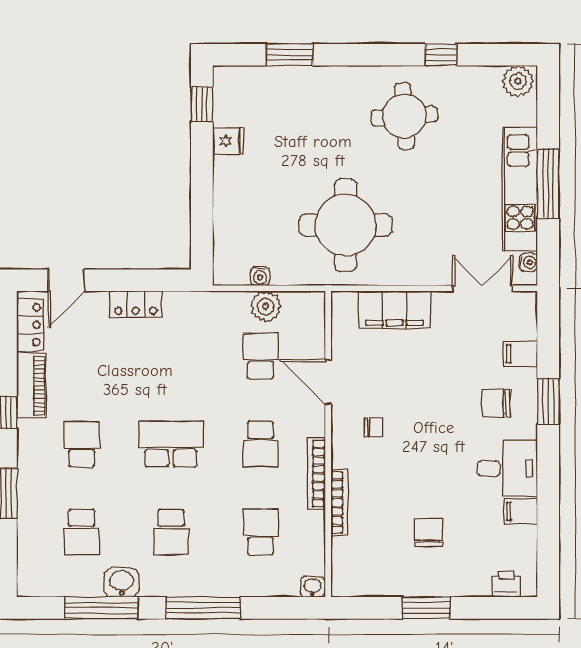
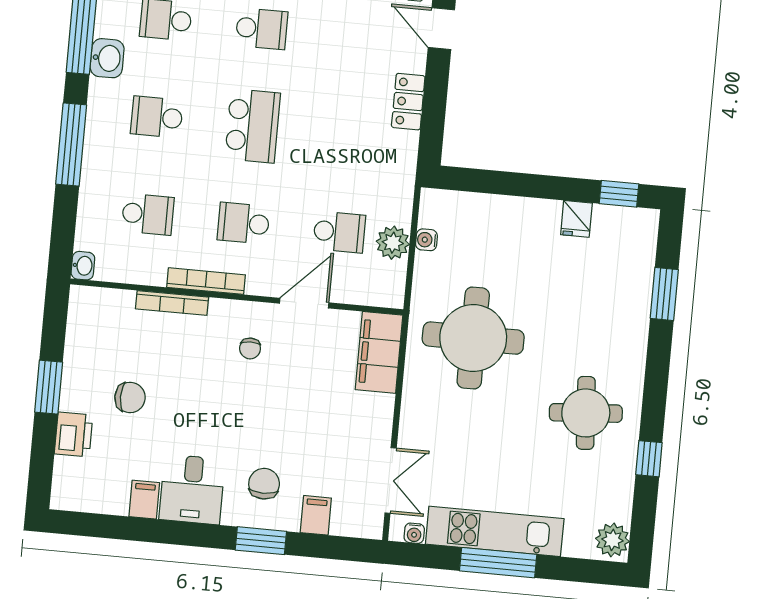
filing cabinet: (394, 310) -> (379, 352), moved
printer: (506, 584) -> (74, 434), moved, width x1.36, depth x1.24

